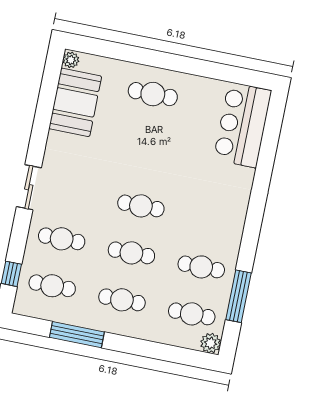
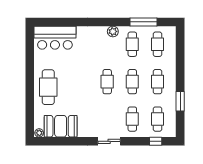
cafe table: (153, 94) -> (48, 87), width x1.37, depth x1.35
window: (77, 335) -> (180, 101), width x0.69
plant: (211, 343) -> (113, 31), moved

